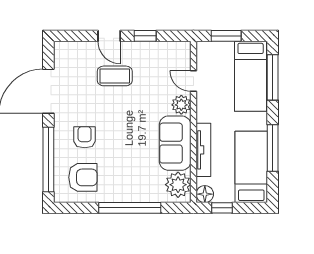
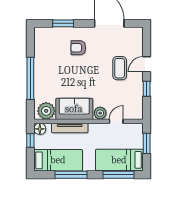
armchair: (85, 137) -> (78, 48), turned 180
window: (48, 160) -> (63, 23), width x0.47
armchair: (83, 177) -> (51, 47), removed

